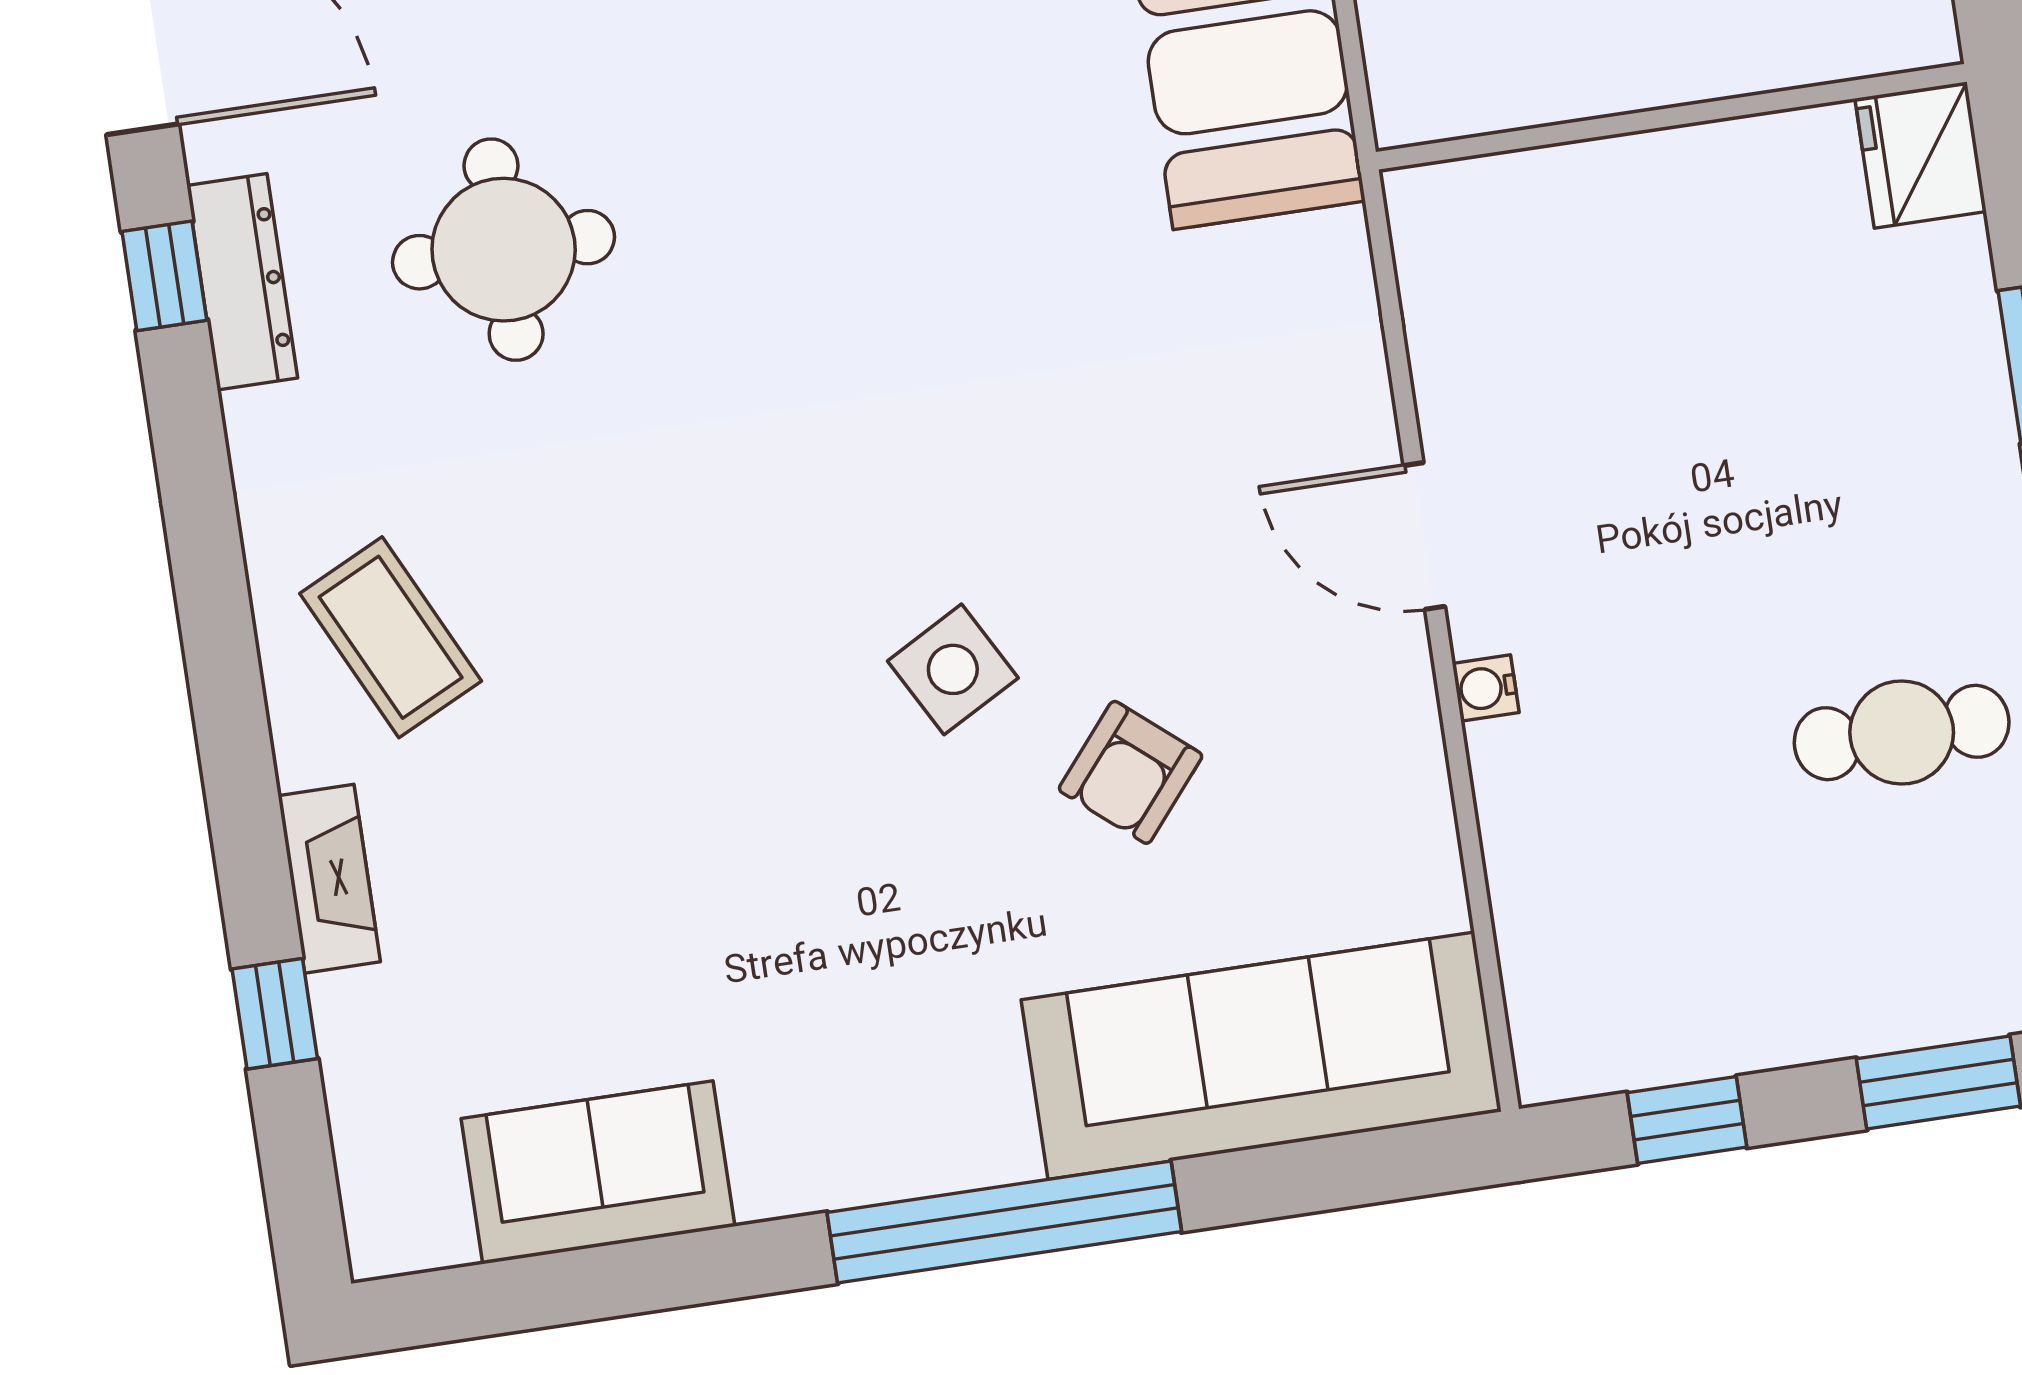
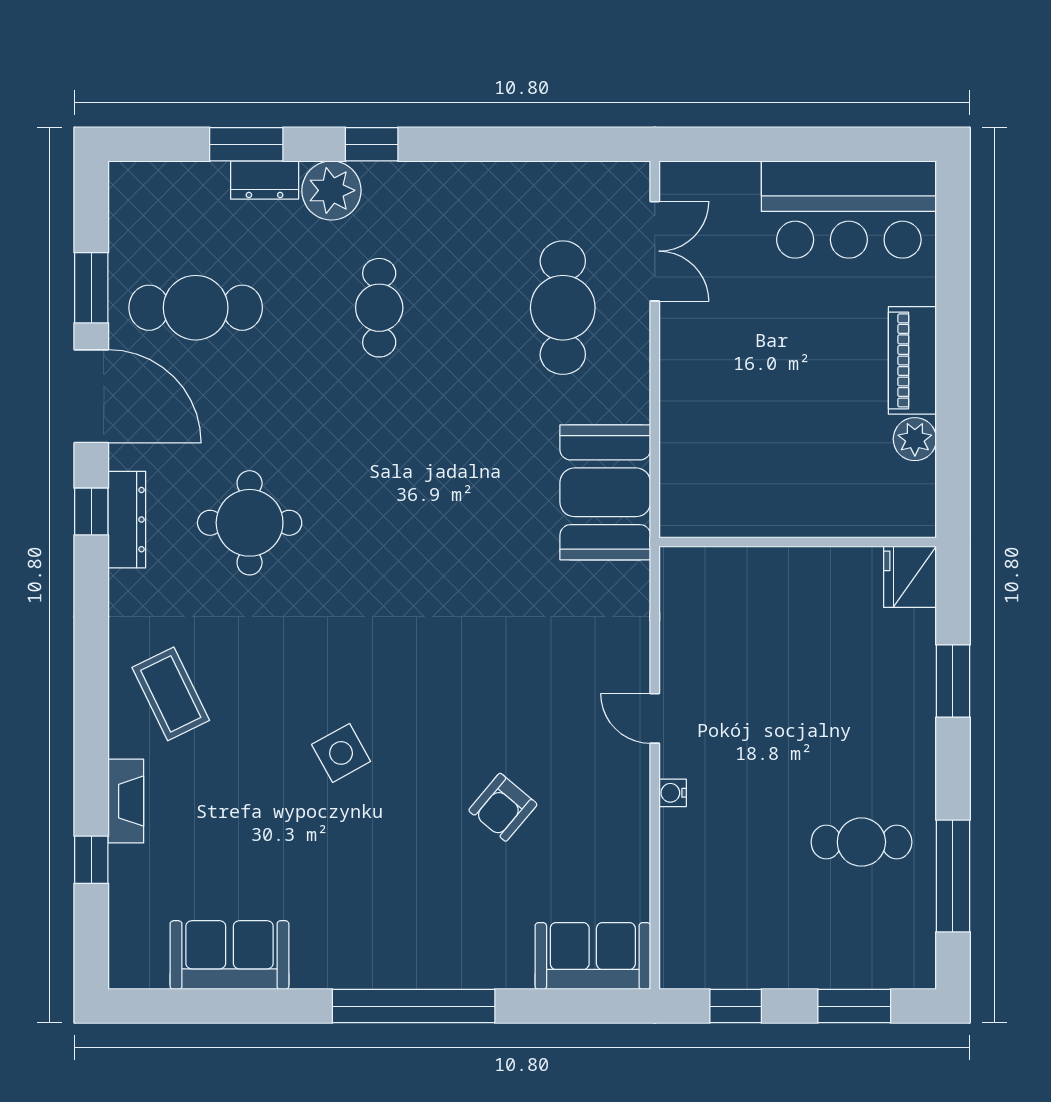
door: (1424, 536) -> (655, 718), width x0.73
side table: (953, 669) -> (341, 753), moved
sofa: (1261, 1056) -> (593, 956), width x0.54, depth x0.79

